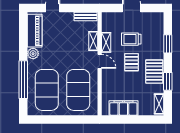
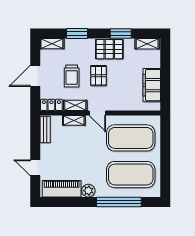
locker: (107, 22) -> (51, 105), added
shelving: (159, 22) -> (52, 44), added
door: (100, 61) -> (97, 113), swing flipped
pallet: (132, 62) -> (98, 76), turned 90

